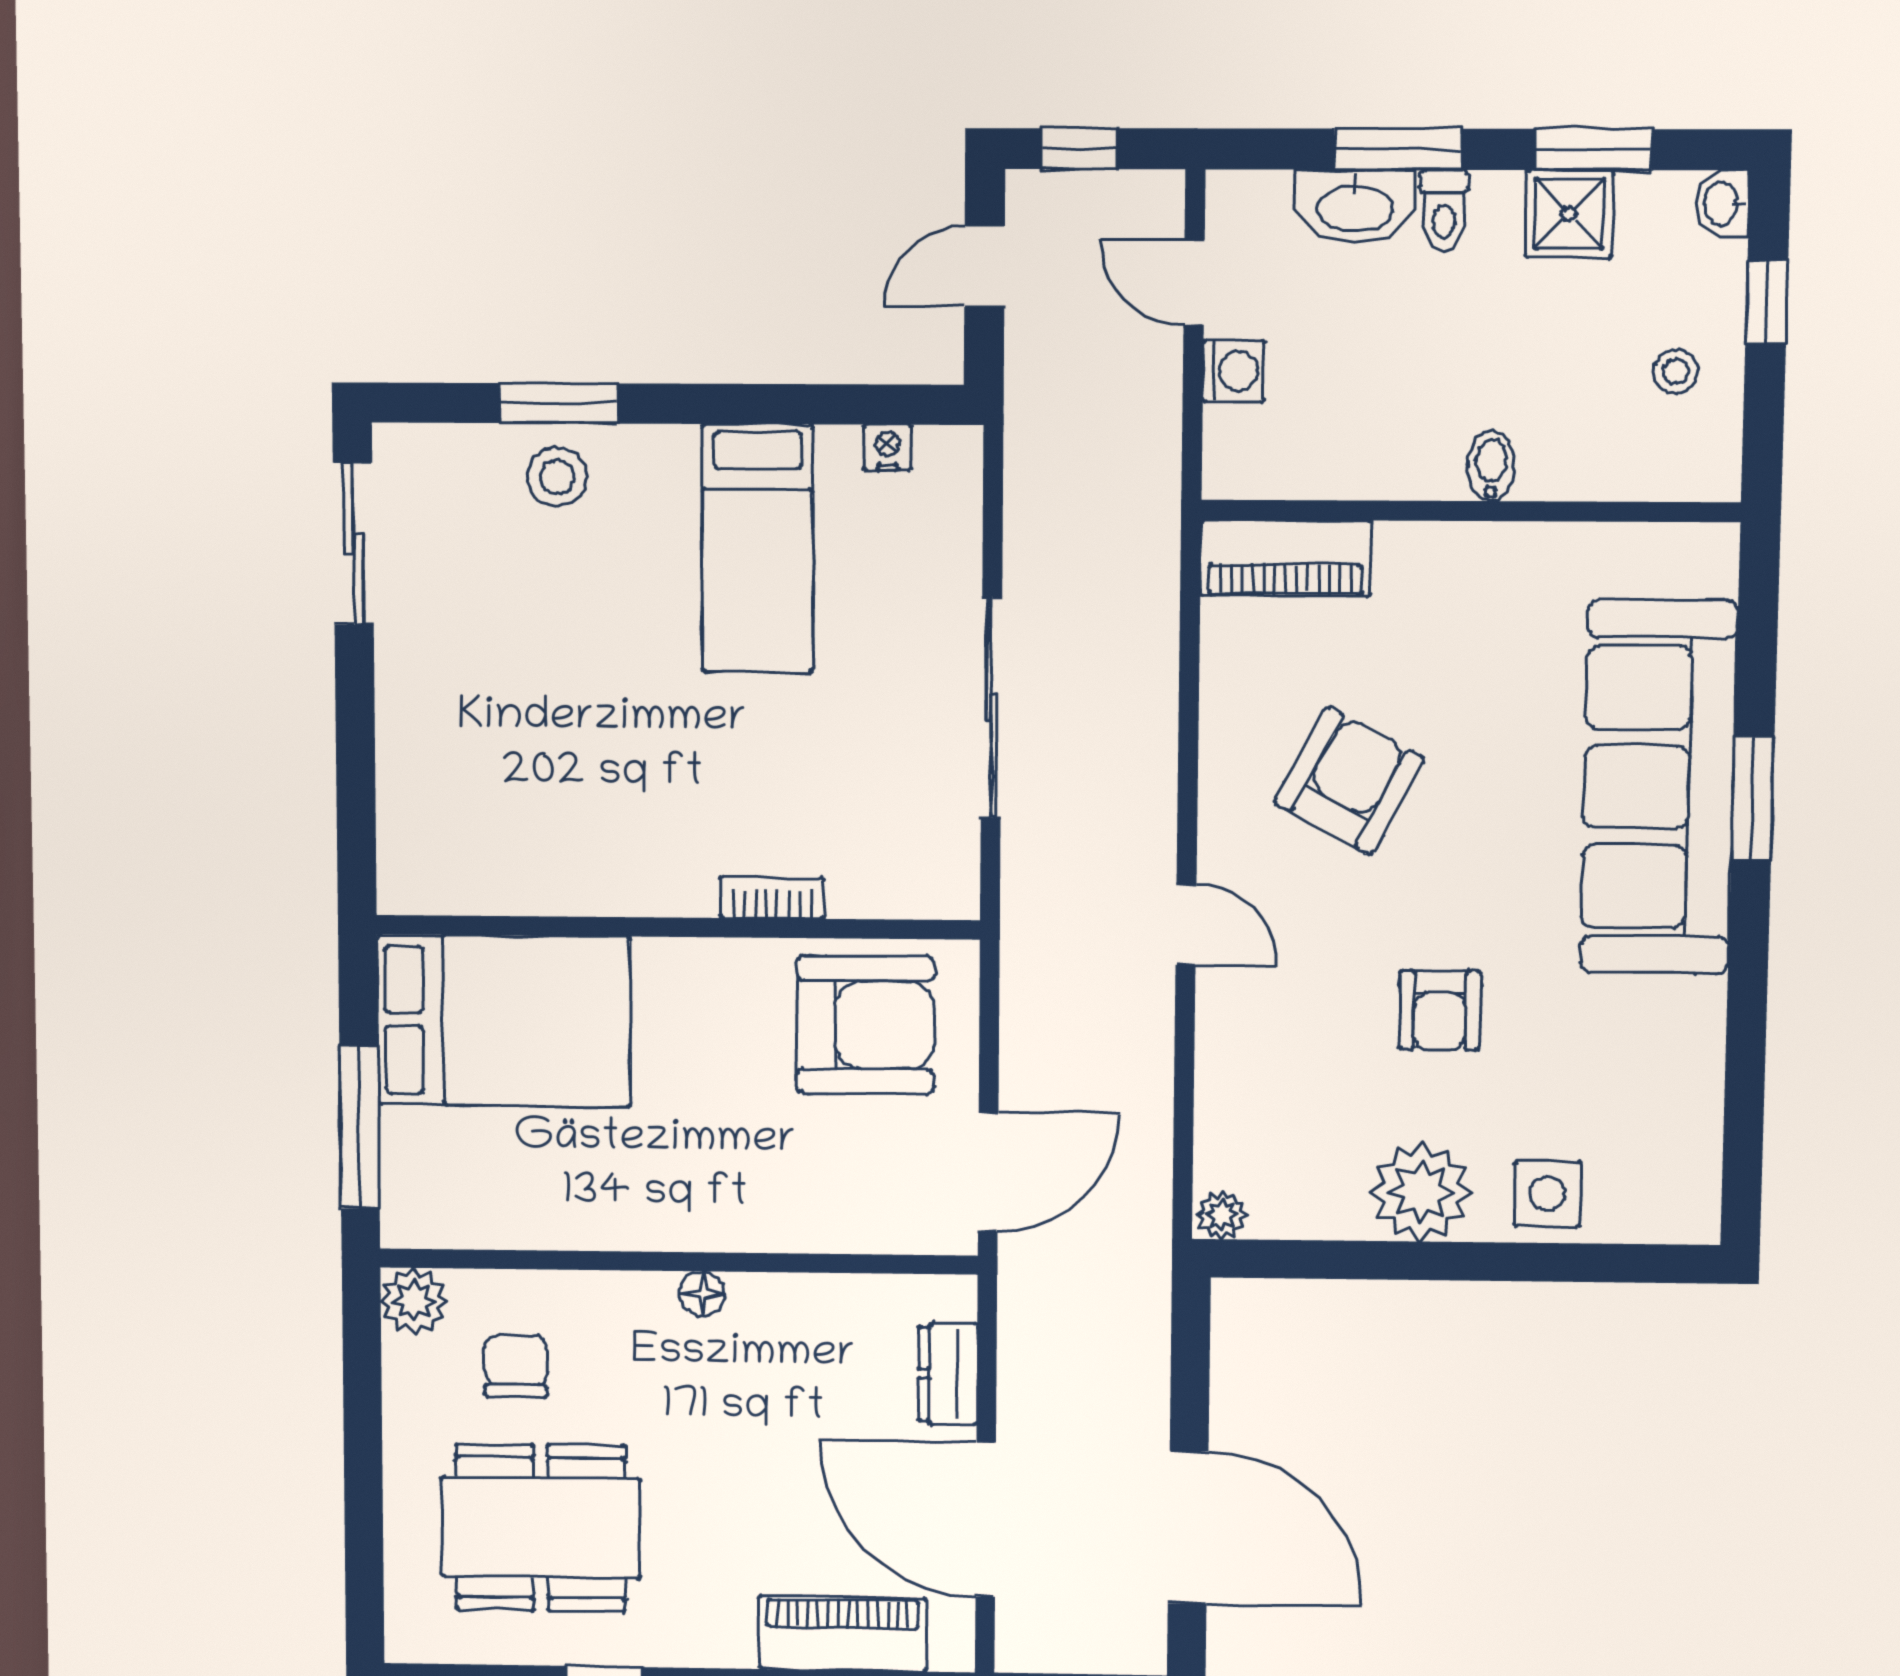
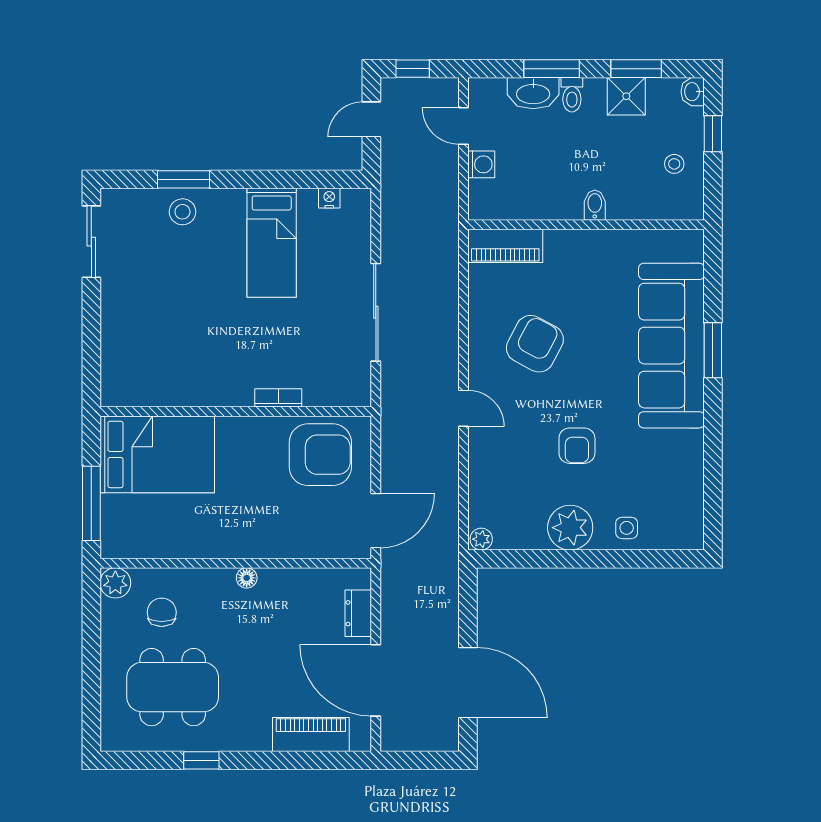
side table: (1547, 1194) -> (627, 528), width x0.73, depth x0.73

